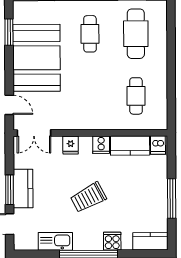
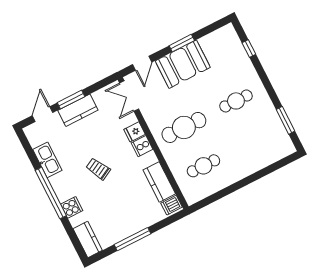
window: (9, 32) -> (182, 43), moved
cafe table: (136, 34) -> (184, 127), moved
booth: (36, 58) -> (183, 64), width x0.73, depth x0.70
cooker: (101, 145) -> (142, 146), moved
trolley: (88, 197) -> (98, 169), width x0.73, depth x0.72

